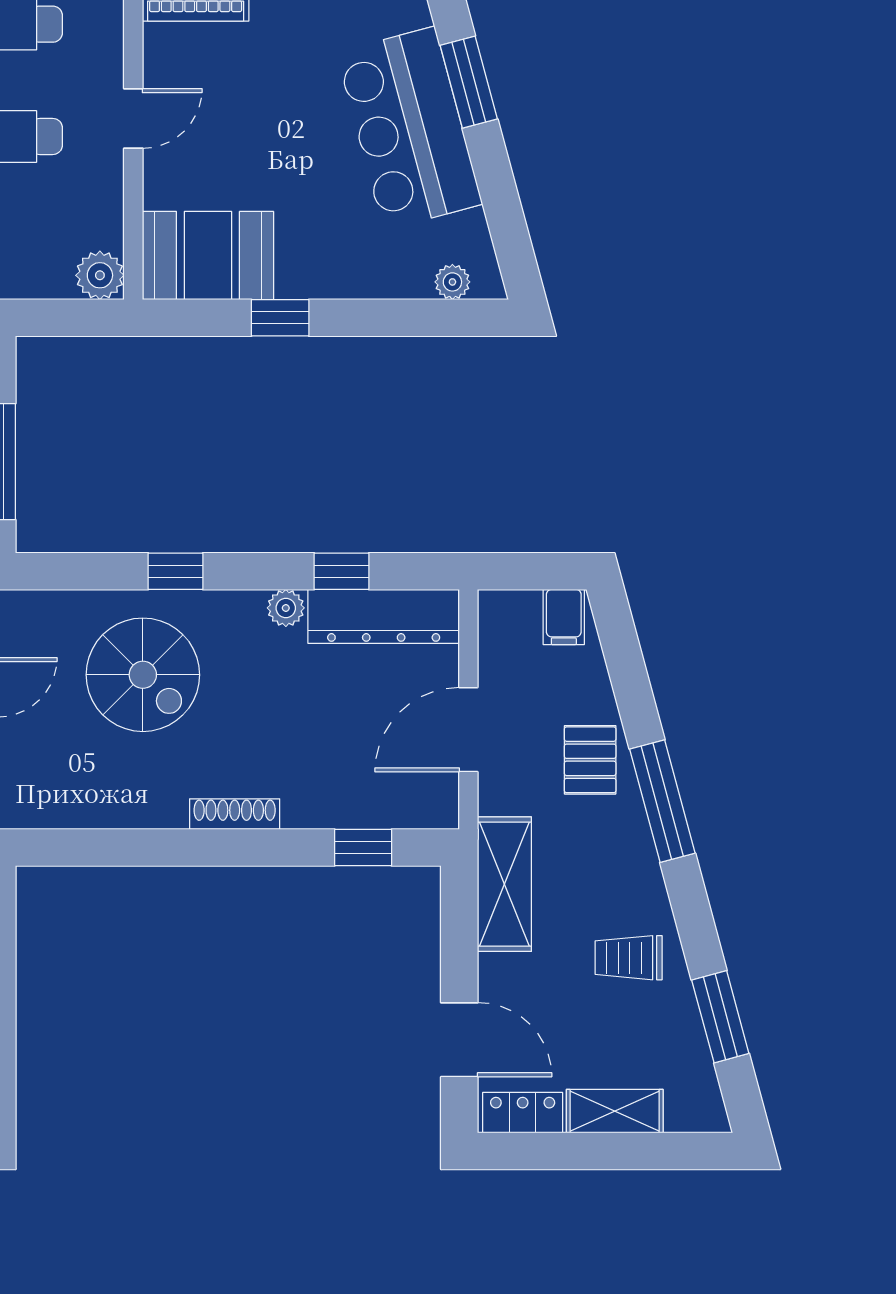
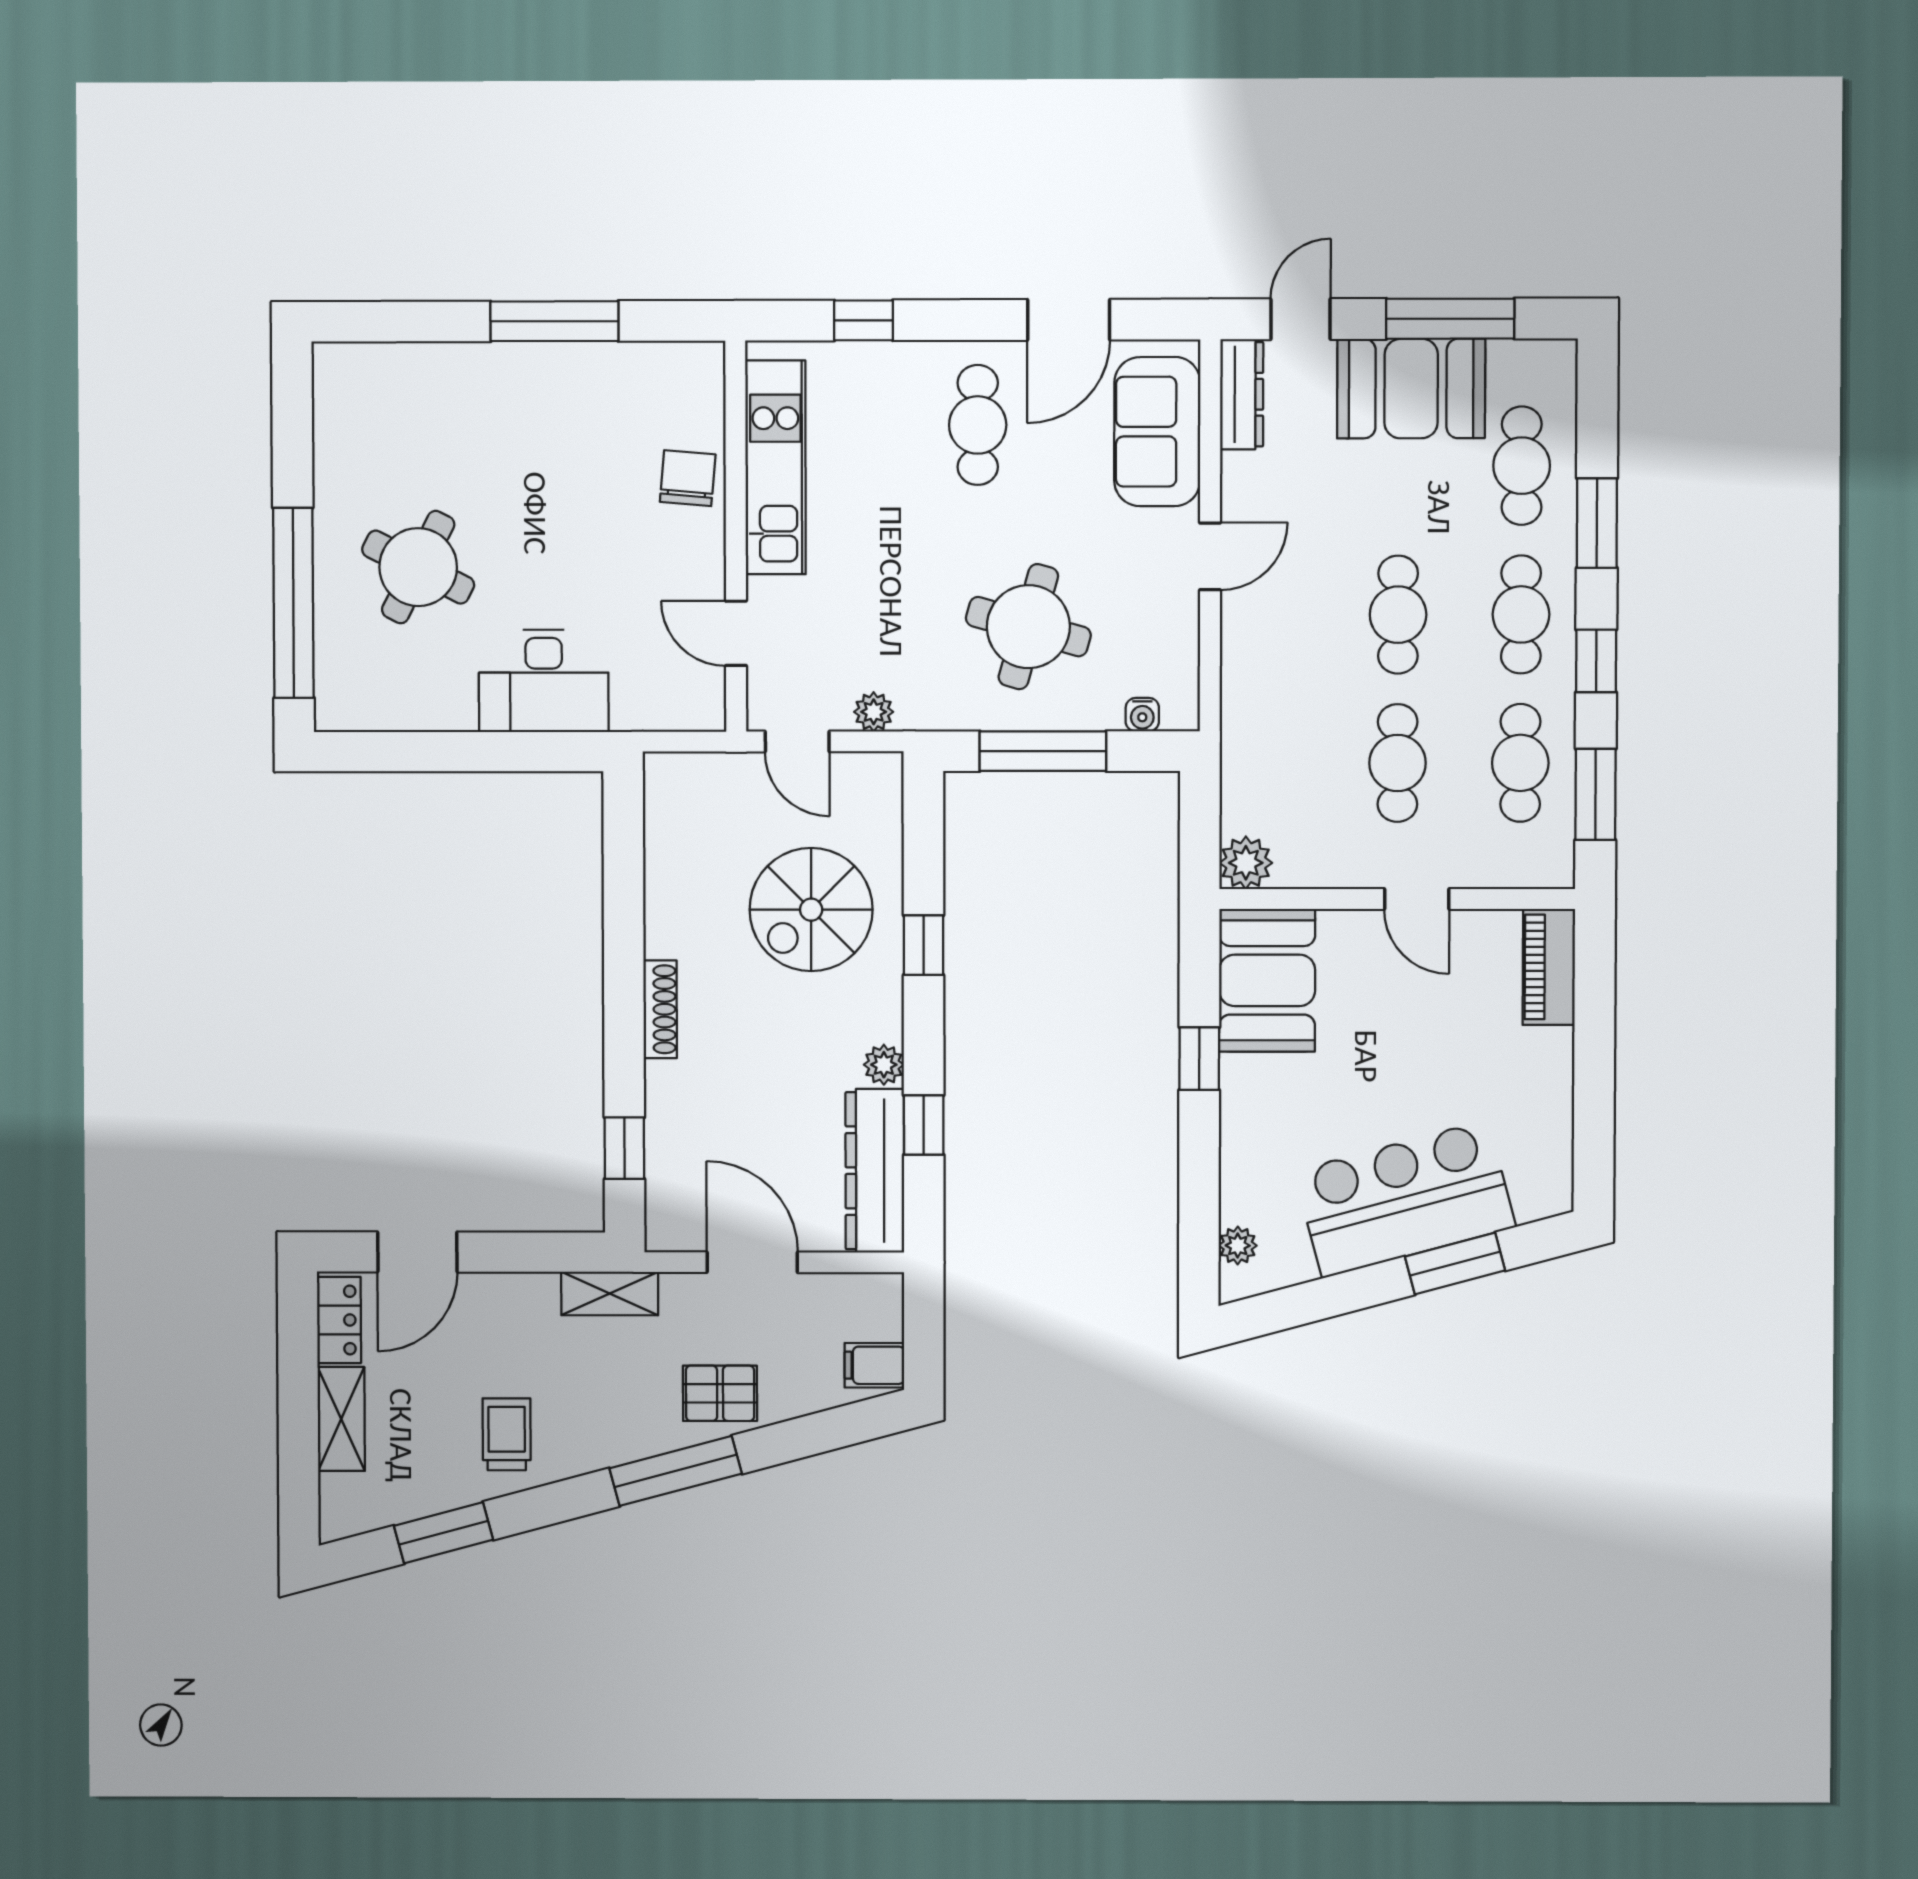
shelving: (504, 884) -> (610, 1294), width x0.67, depth x0.75

